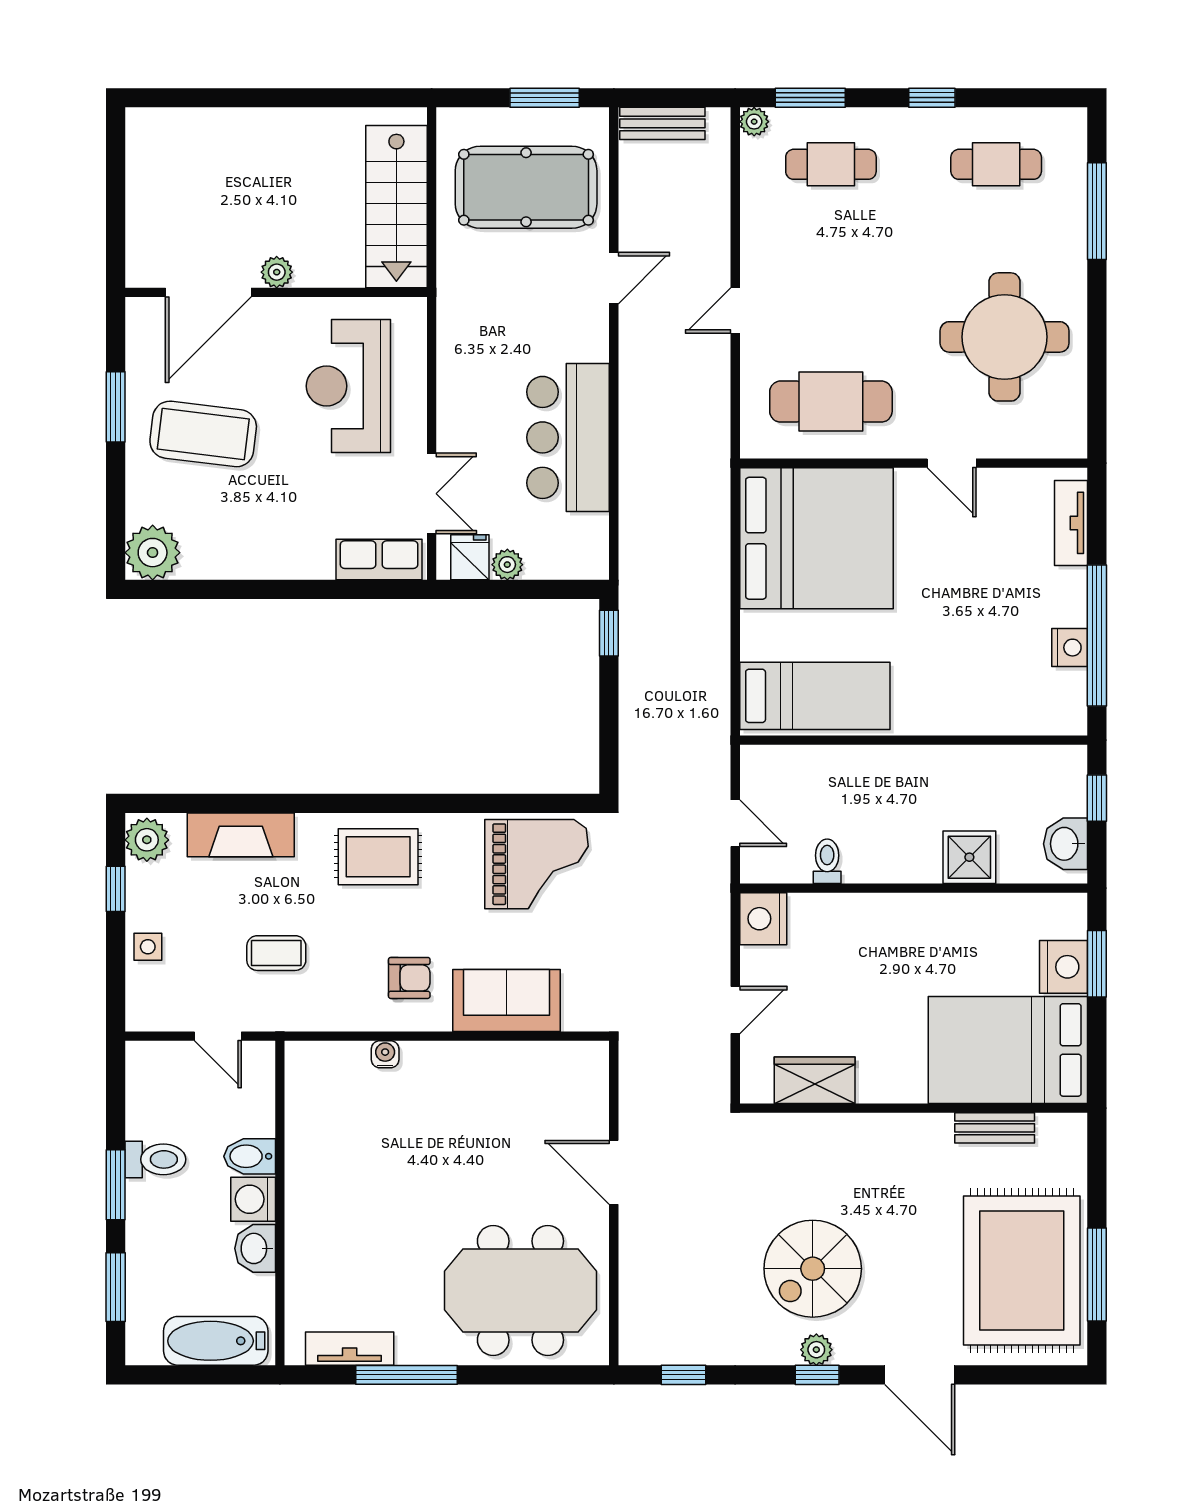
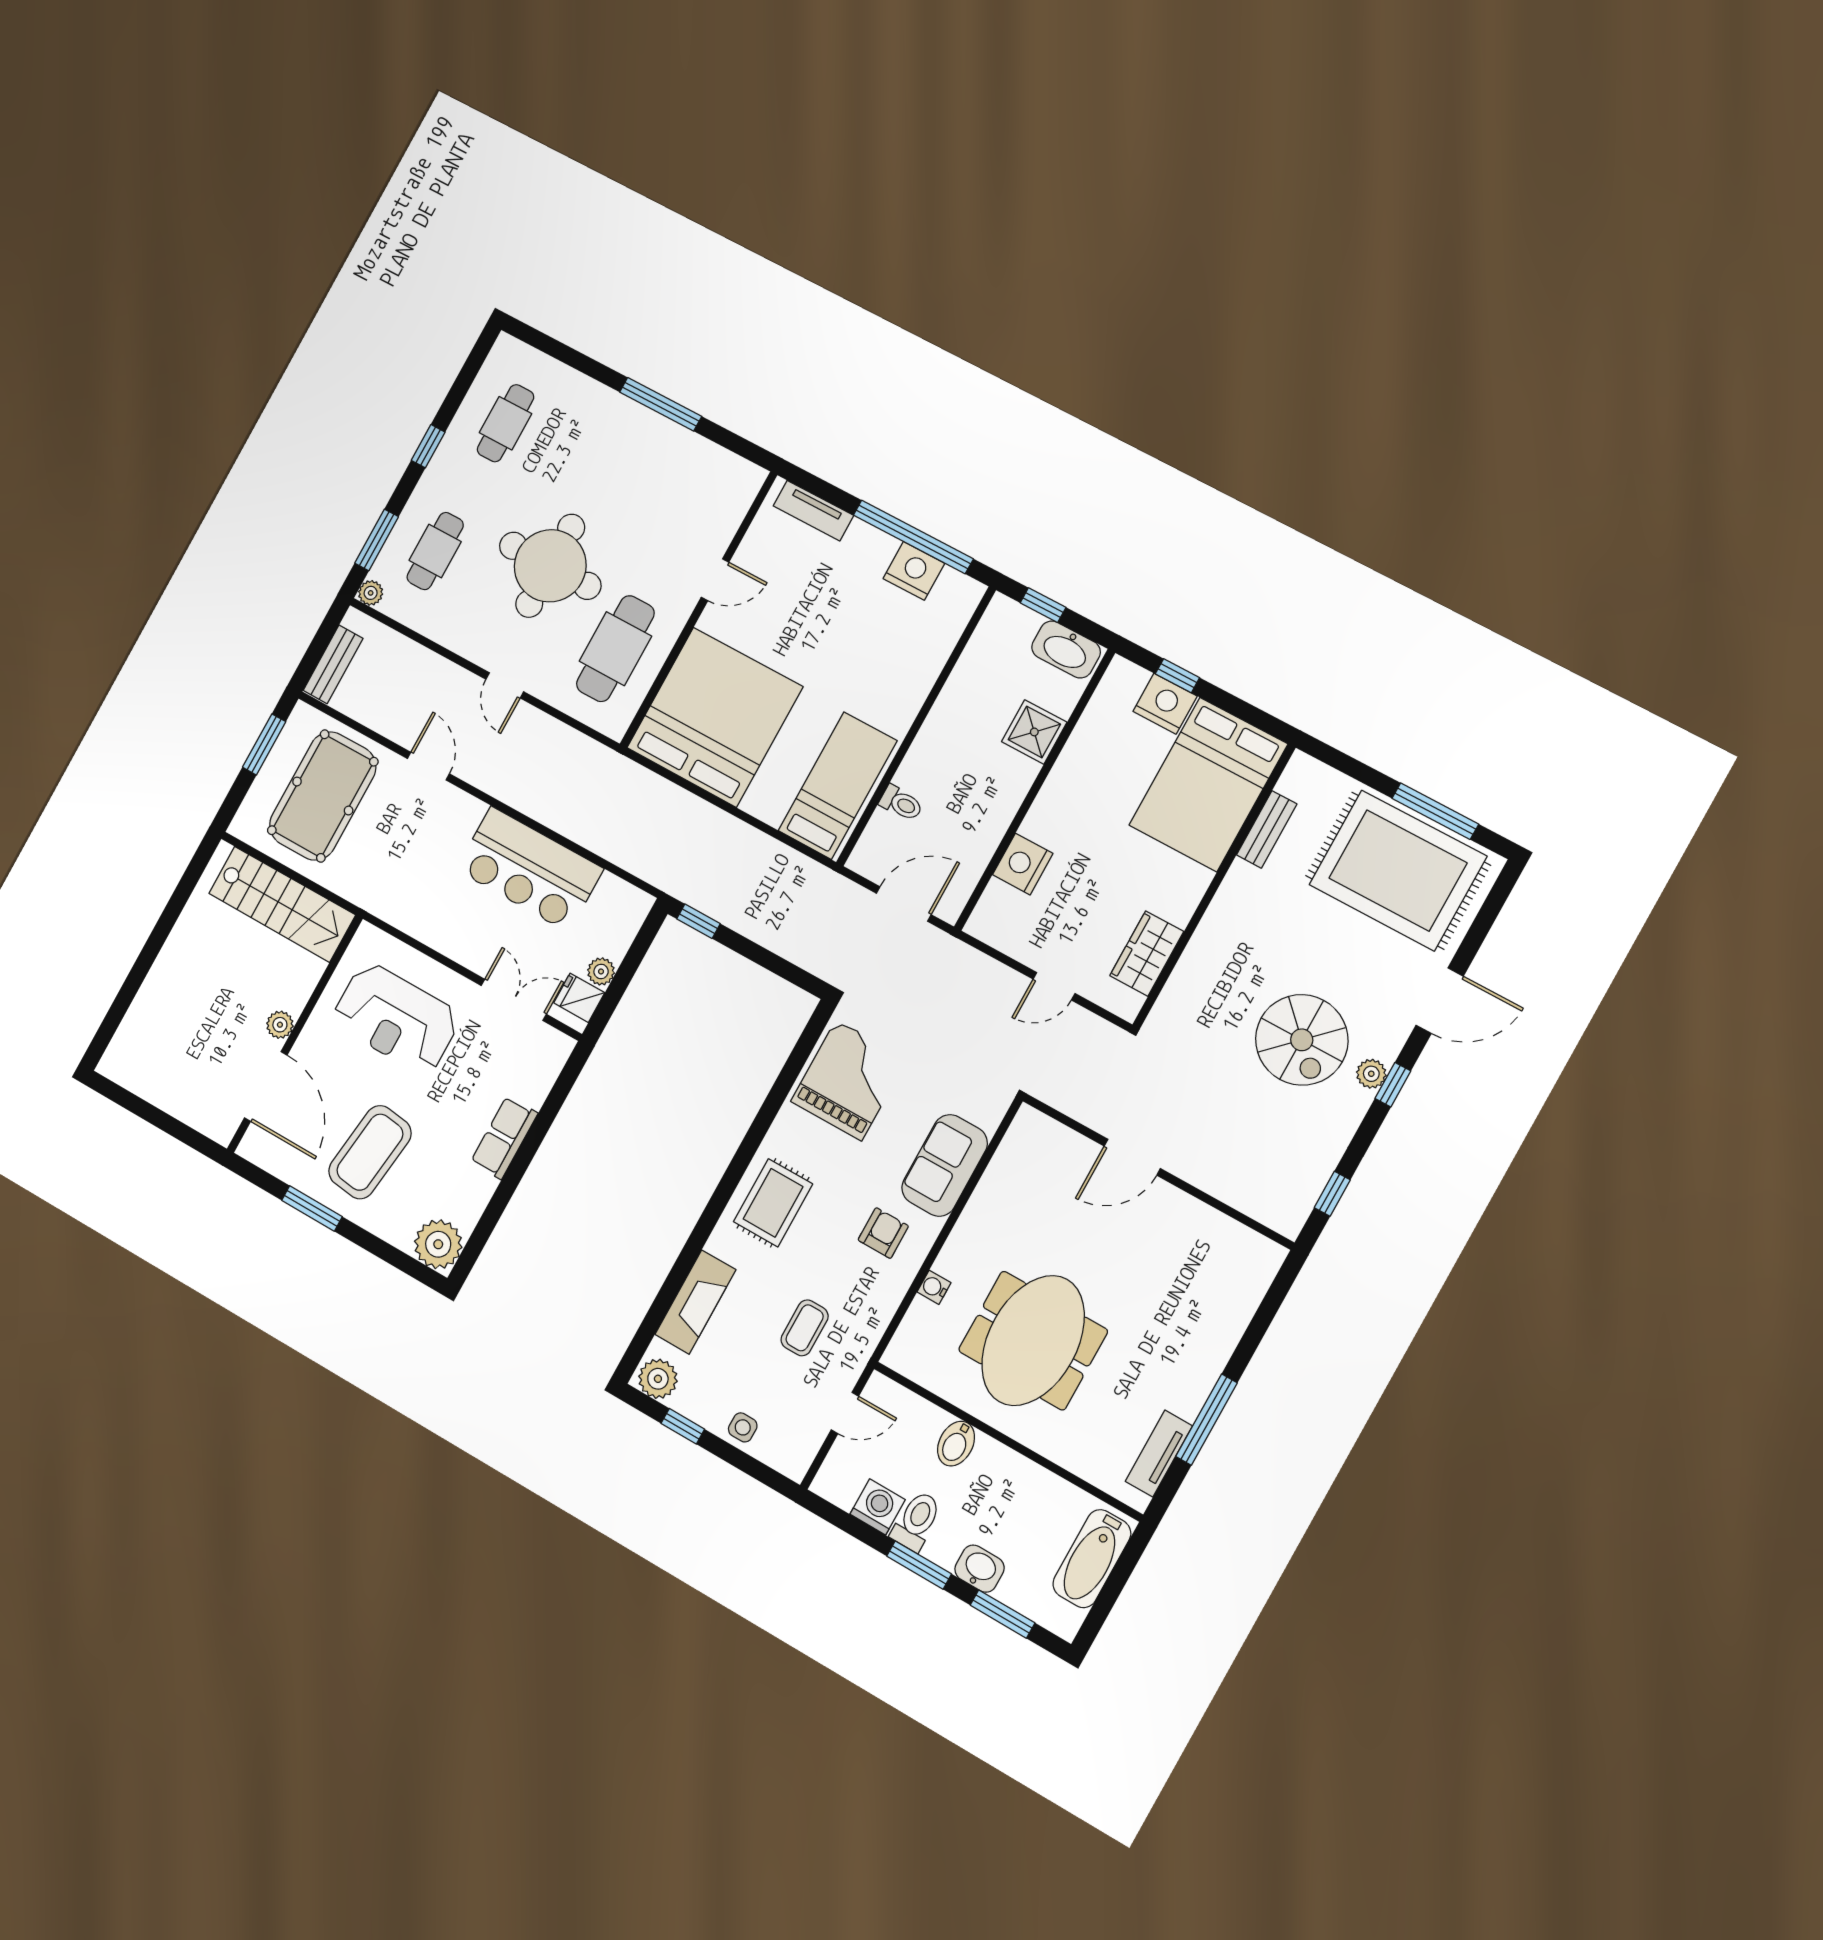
window: (1097, 211) -> (661, 404), moved
round table: (1005, 337) -> (550, 566), moved
row of seats: (379, 560) -> (504, 1138), moved
nightstand: (1070, 648) -> (914, 571), width x1.36, depth x1.33
door: (735, 823) -> (904, 904), width x1.37
washbasin: (1065, 844) -> (1066, 649), width x1.38
toilet: (827, 861) -> (901, 803), moved, turned 180
nightstand: (763, 919) -> (1023, 864), moved, turned 90
window: (1097, 964) -> (1177, 676), width x0.67
door: (735, 1010) -> (1054, 986), swing flipped
washing machine: (253, 1199) -> (878, 1507), moved, turned 180
washbasin: (255, 1248) -> (980, 1569), moved, turned 180
meeting table: (520, 1291) -> (1033, 1341), moved

